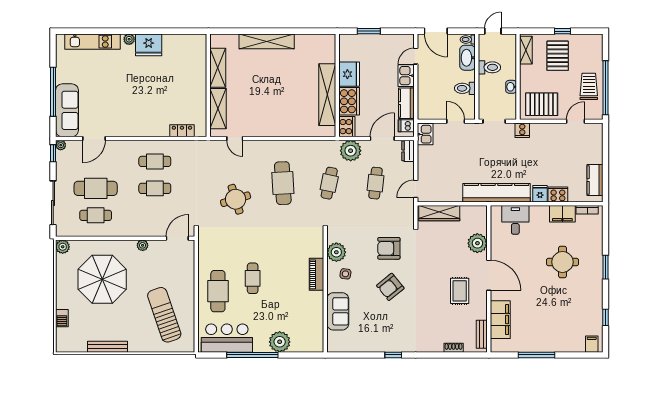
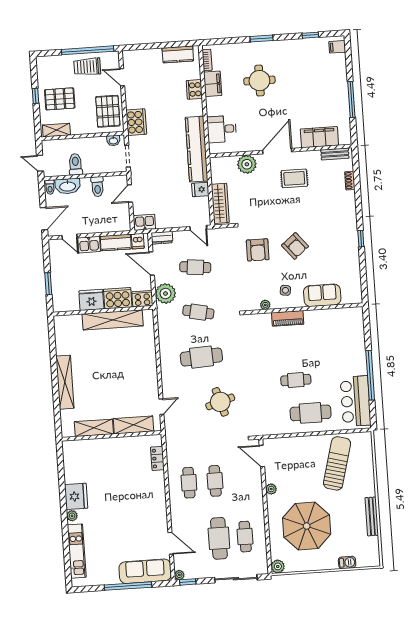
washbasin: (511, 87) -> (113, 141), moved
cooker: (522, 130) -> (136, 122), width x1.87, depth x1.31
fridge: (540, 194) -> (200, 189), moved
plant: (336, 252) -> (265, 305), width x0.53, depth x0.53
sun lounger: (164, 315) -> (337, 463), turned 124
plant: (280, 342) -> (356, 350), removed

